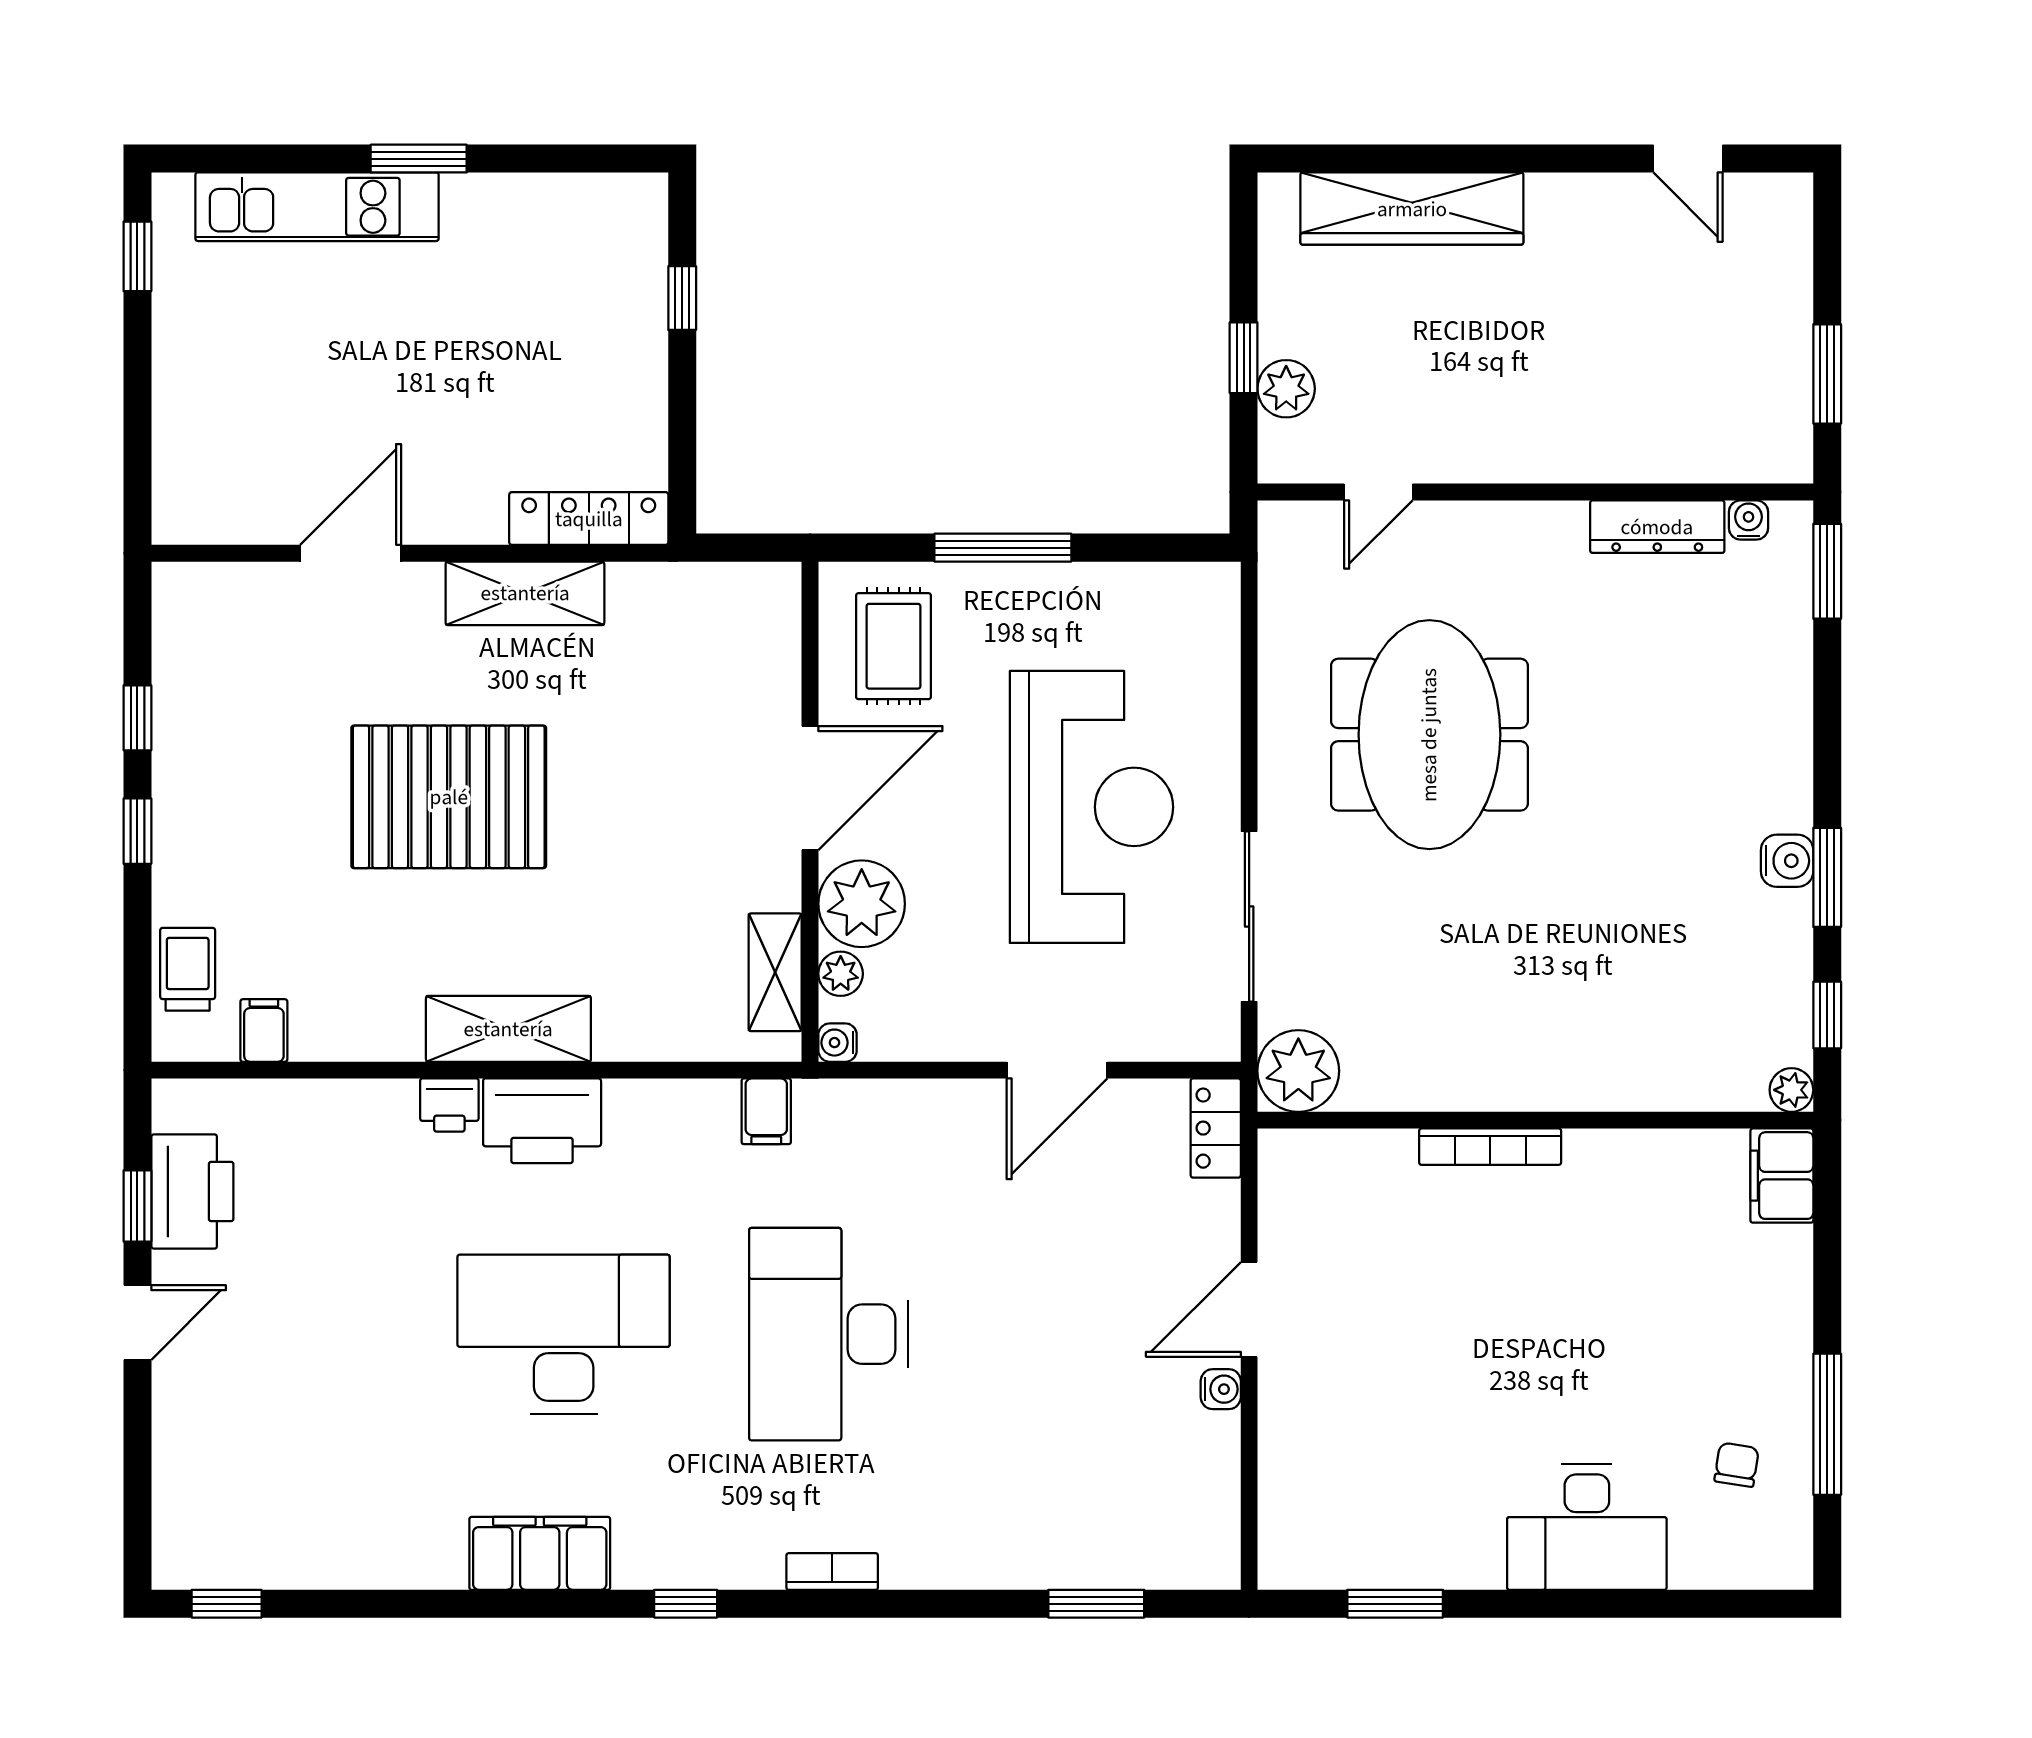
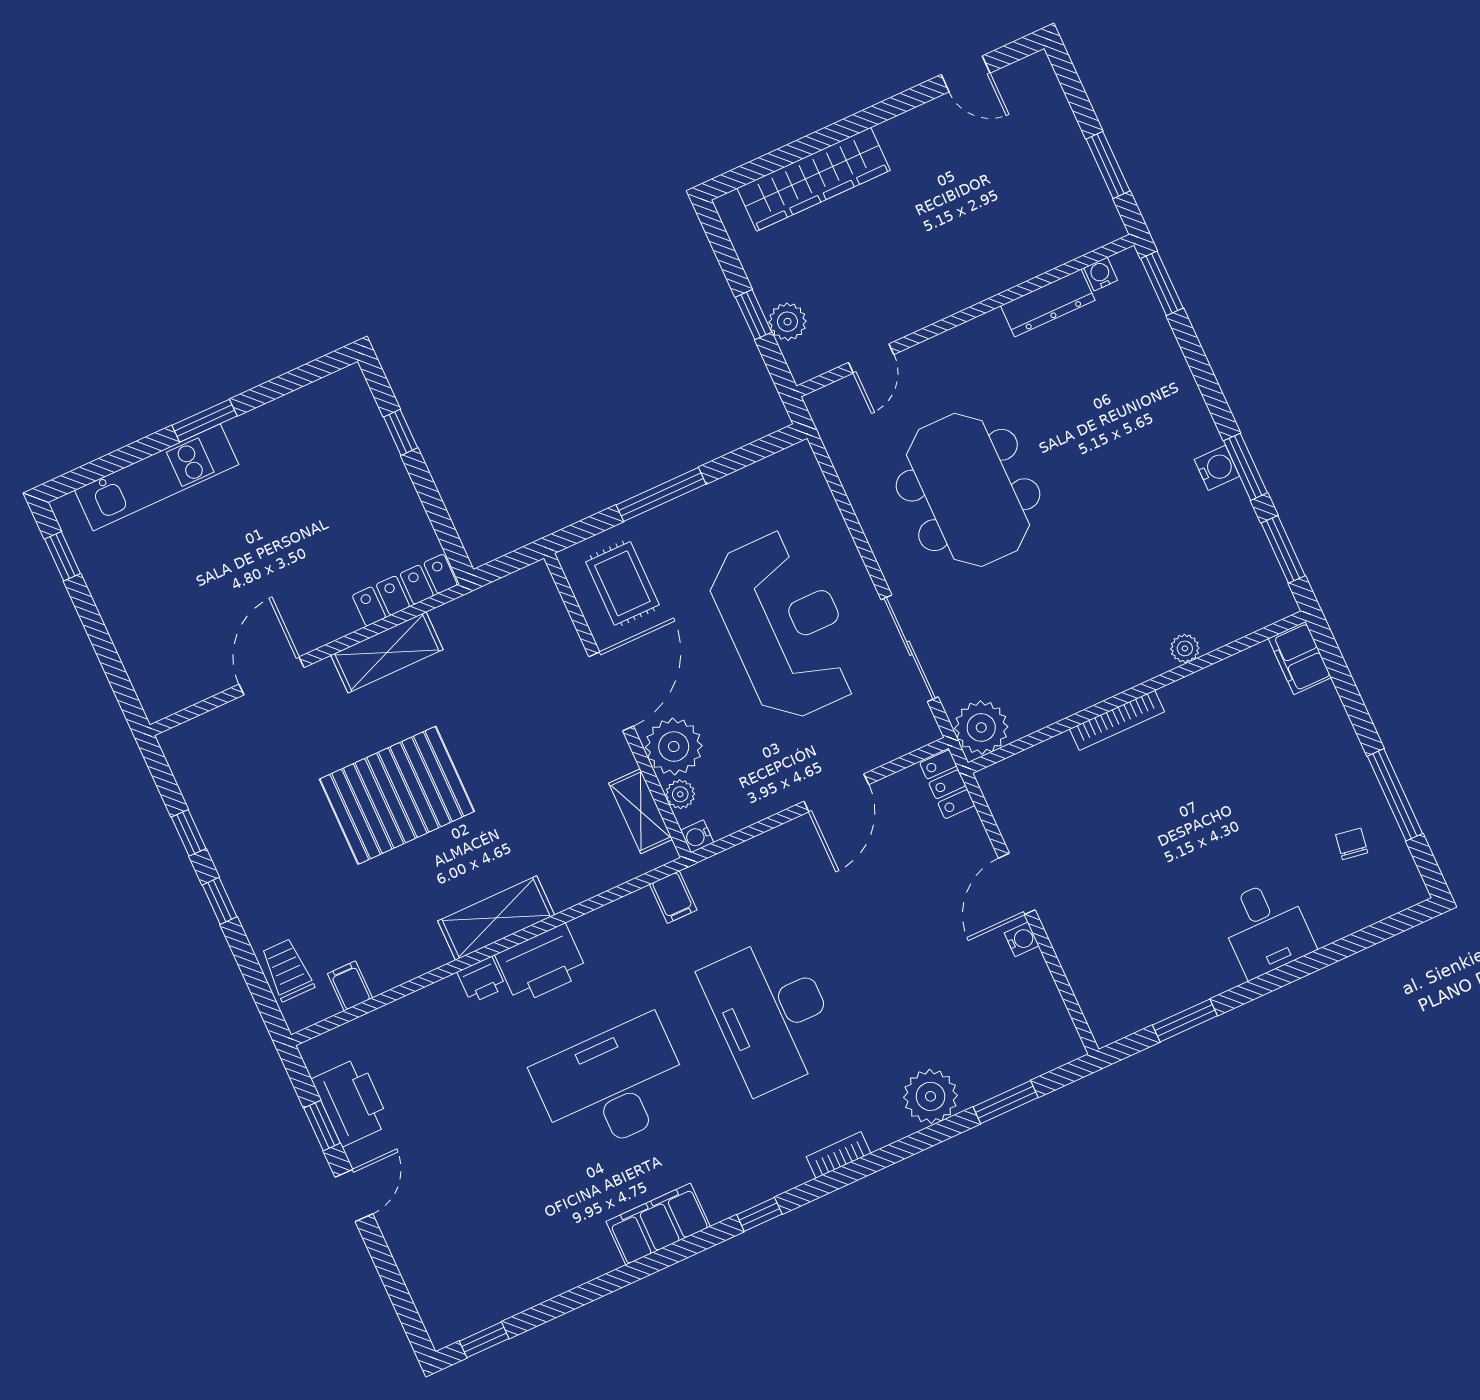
window: (1827, 1015) -> (1283, 549), width x1.50
plant: (1791, 1090) -> (1185, 648), moved
desk: (1587, 1527) -> (1266, 928), width x0.73
plant: (996, 1548) -> (931, 1096), added

